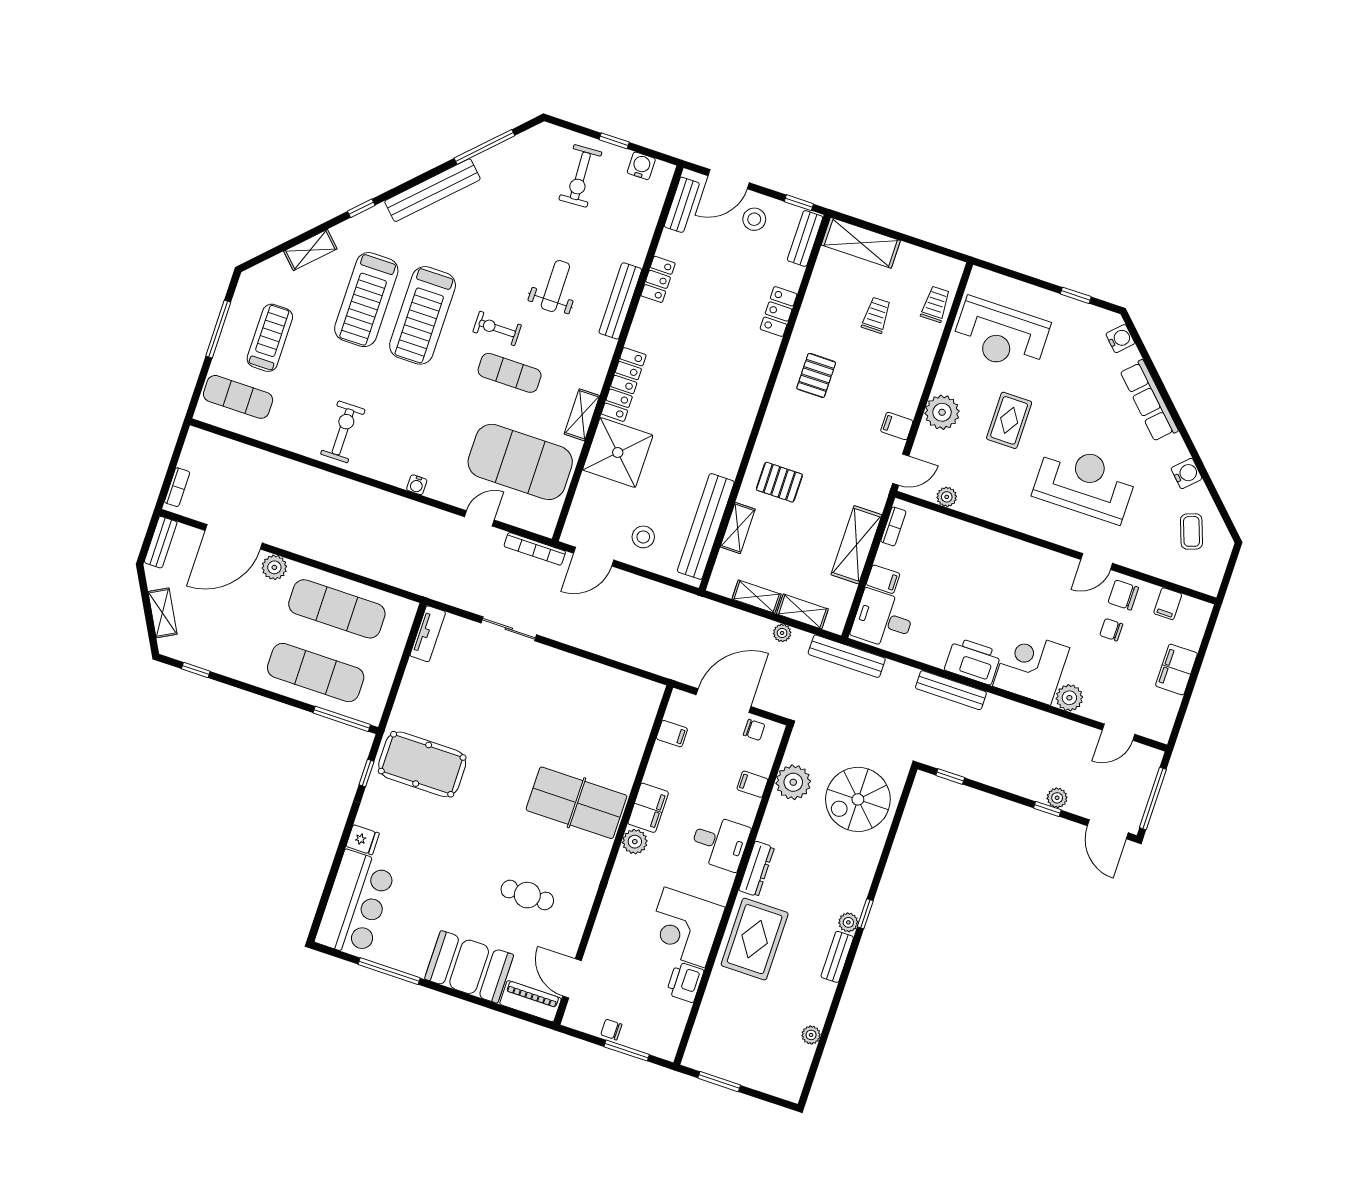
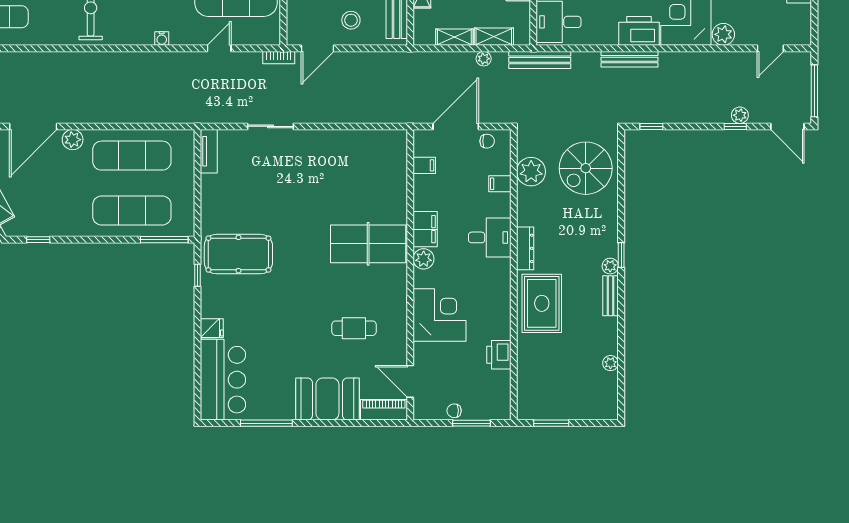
bookcase: (535, 549) -> (279, 58), width x0.64
corner desk: (685, 927) -> (440, 315), moved, turned 180

